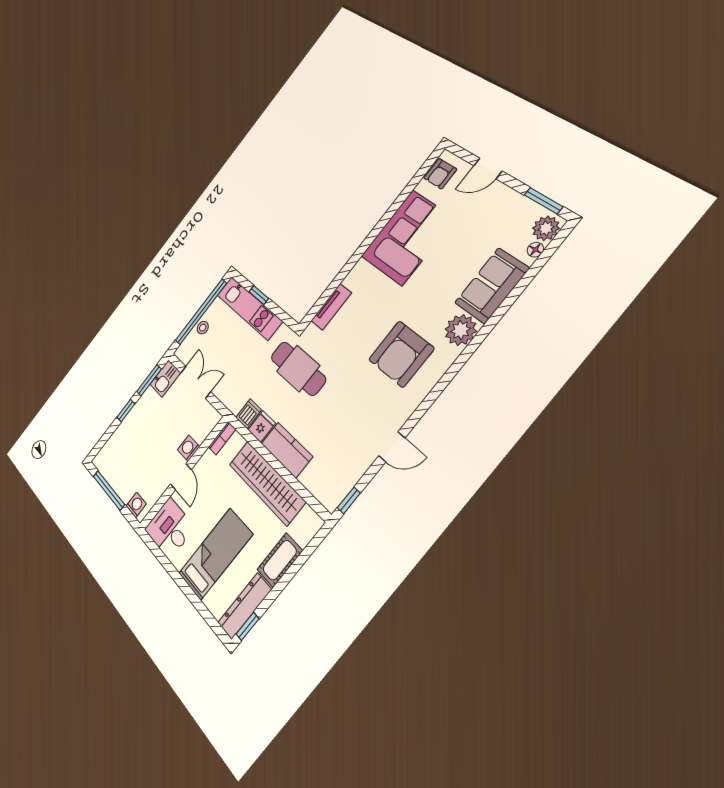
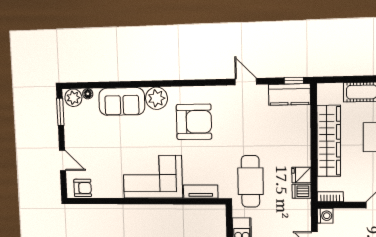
corner sofa: (407, 237) -> (153, 177), moved
washing machine: (188, 448) -> (325, 216), moved, turned -90
kitchen counter: (287, 450) -> (289, 94), moved, turned -90

